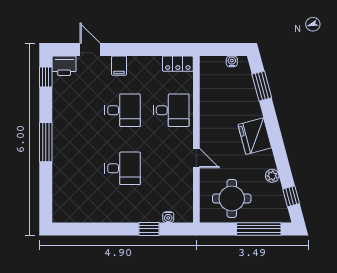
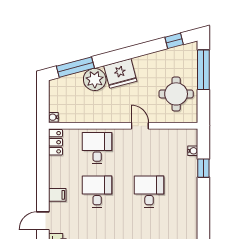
water cooler: (232, 61) -> (53, 117), moved
window: (262, 86) -> (75, 67), width x1.44
door: (196, 158) -> (140, 126), hinge flipped
plant: (272, 176) -> (95, 79), moved, width x1.87, depth x1.87

